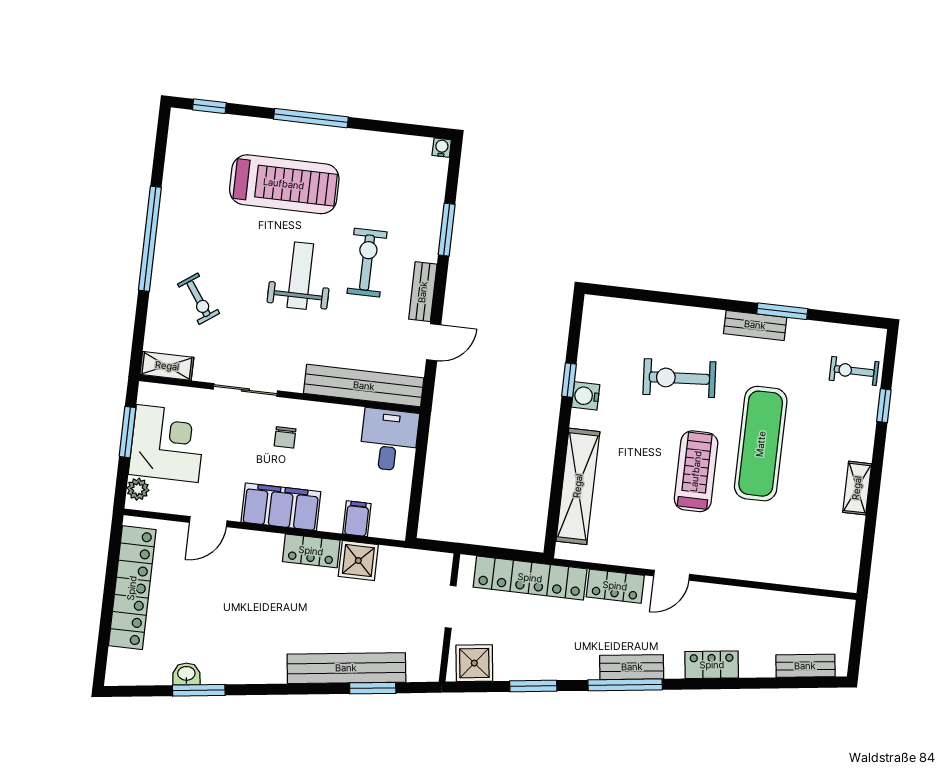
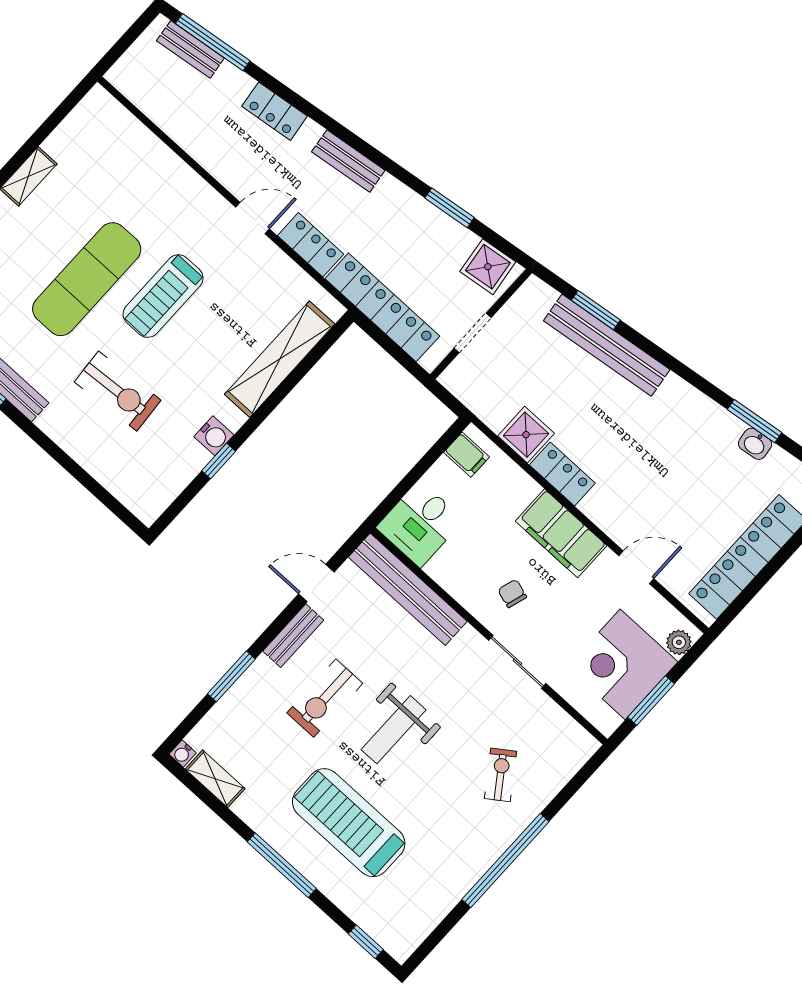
shelving: (167, 366) -> (215, 779), moved
chair: (285, 437) -> (512, 593), turned -73
filing cabinet: (357, 519) -> (467, 455), moved, turned -90
window: (625, 685) -> (213, 42), moved

